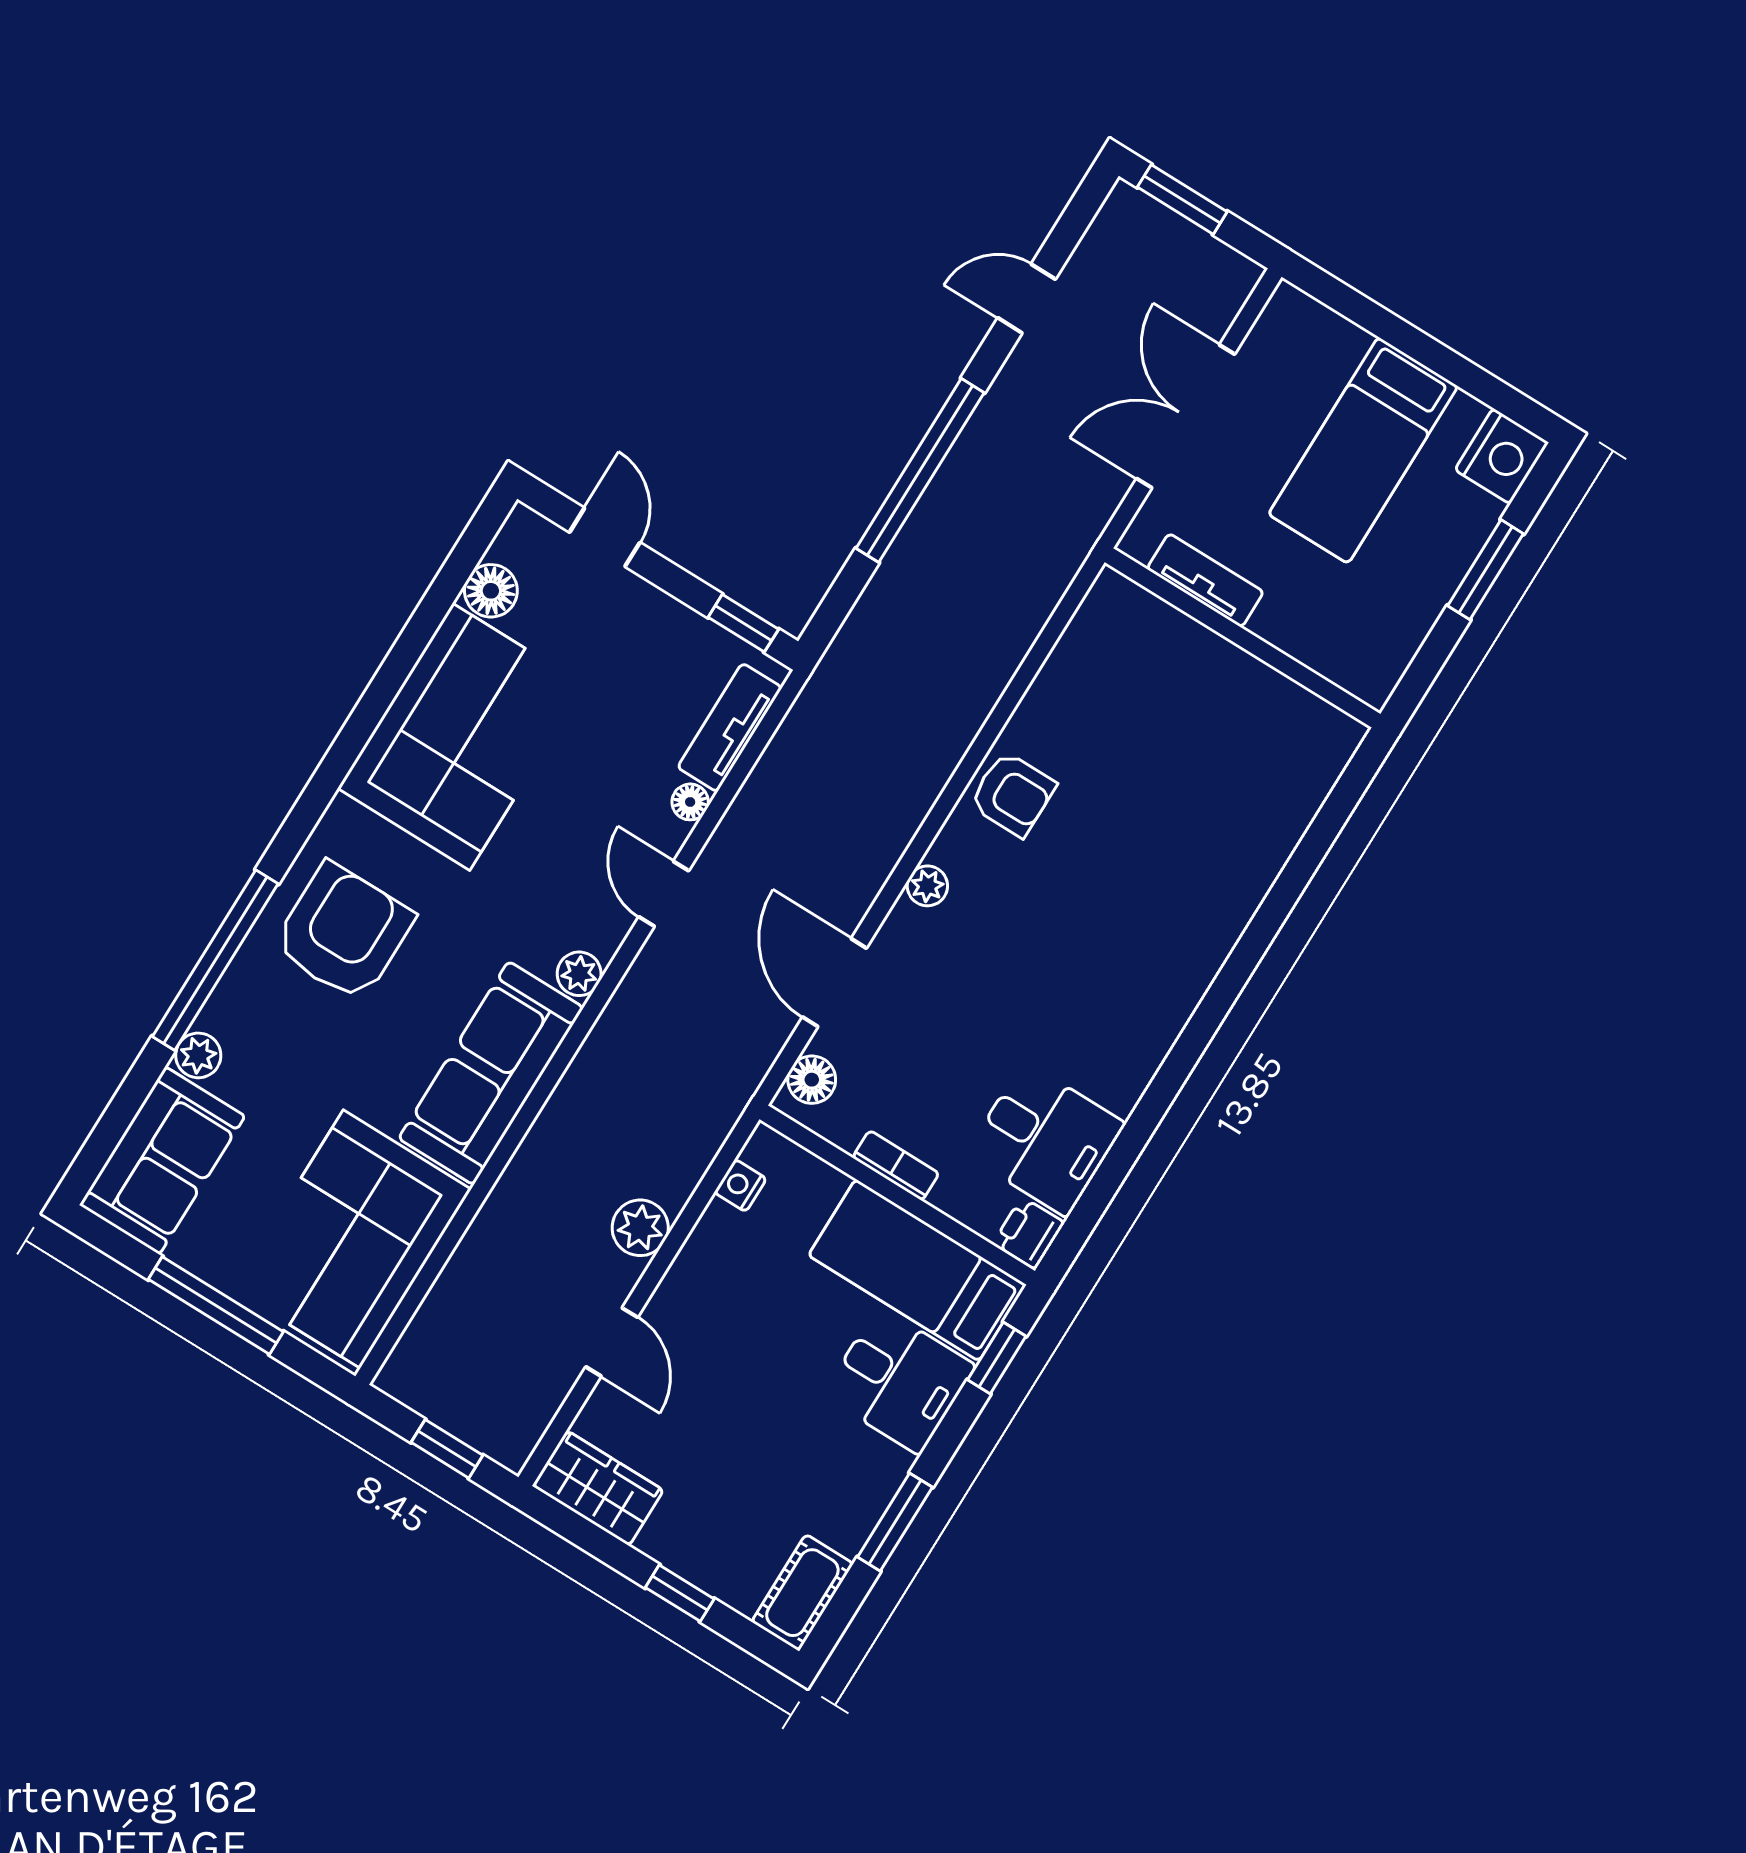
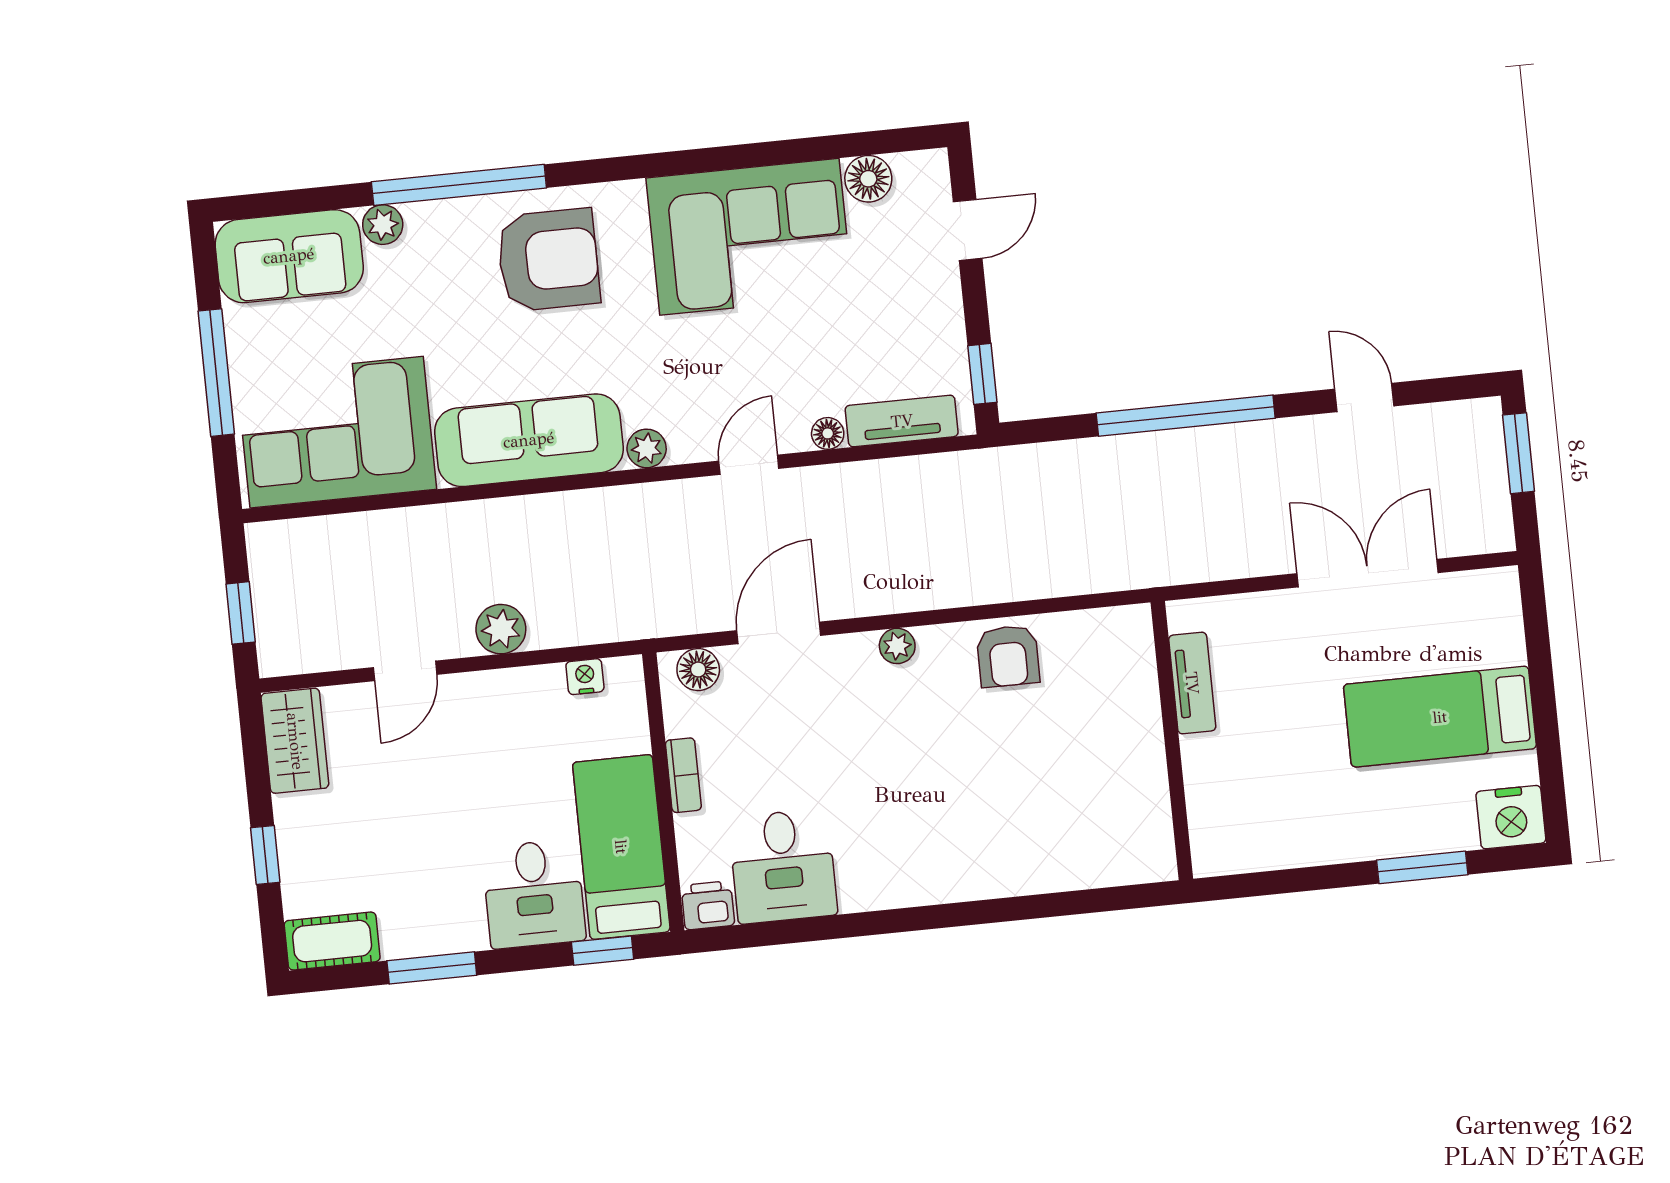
tv unit: (1205, 580) -> (1192, 683), moved
wall: (1243, 638) -> (1172, 741), moved

